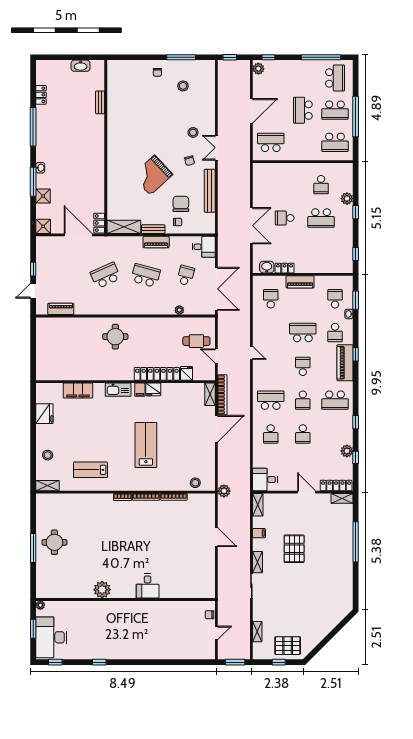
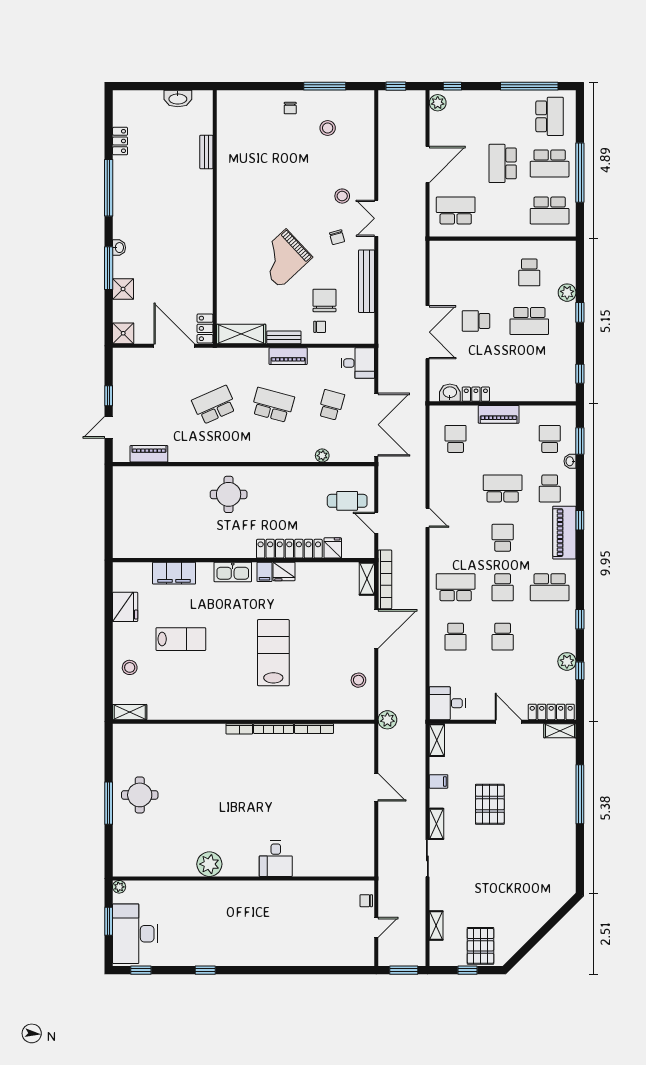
lab bench: (90, 470) -> (181, 639), moved, turned 180
stool: (195, 483) -> (358, 680), moved
pallet: (288, 646) -> (480, 946), turned 90

